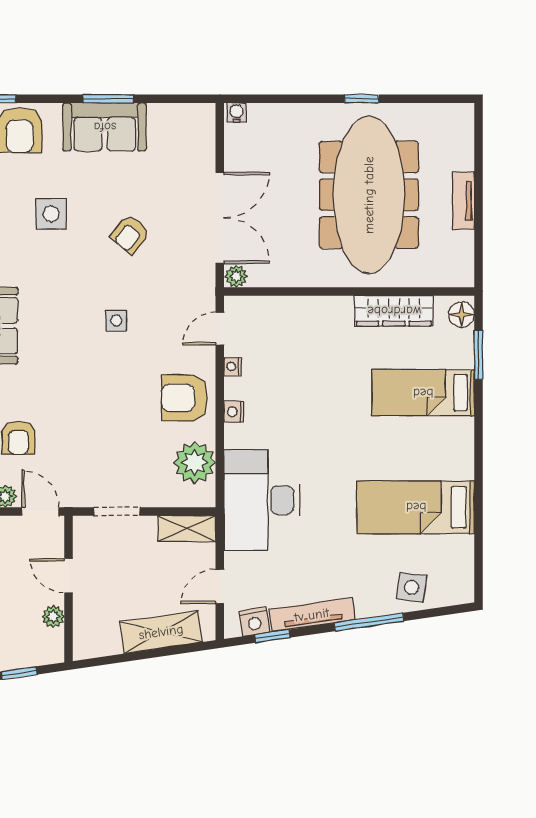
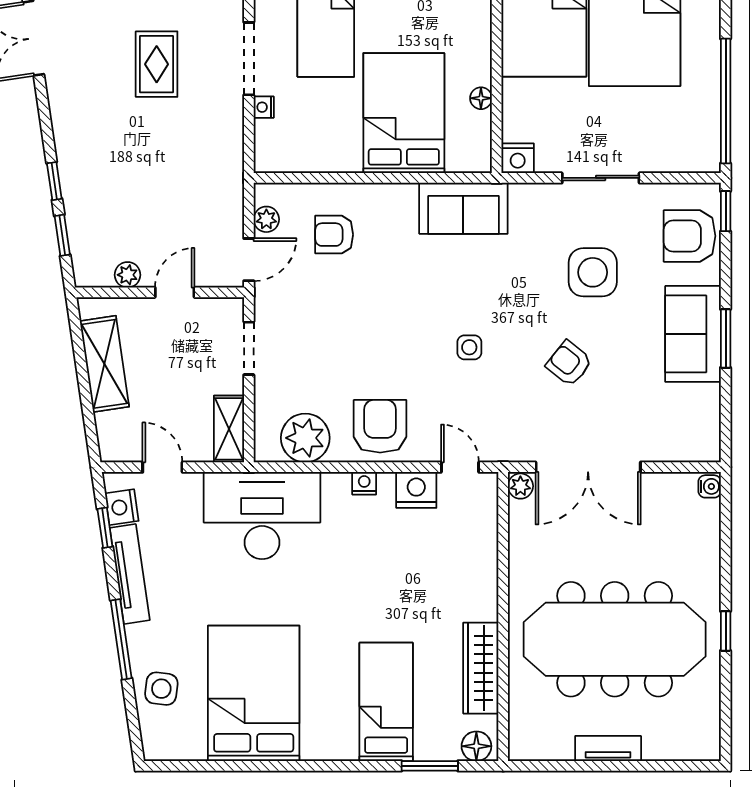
side table: (51, 214) -> (593, 272), width x1.37, depth x1.37
nightstand: (233, 367) -> (416, 490), width x1.89, depth x1.79
bed: (416, 507) -> (254, 693), width x1.50
shelving: (161, 632) -> (104, 364), moved

